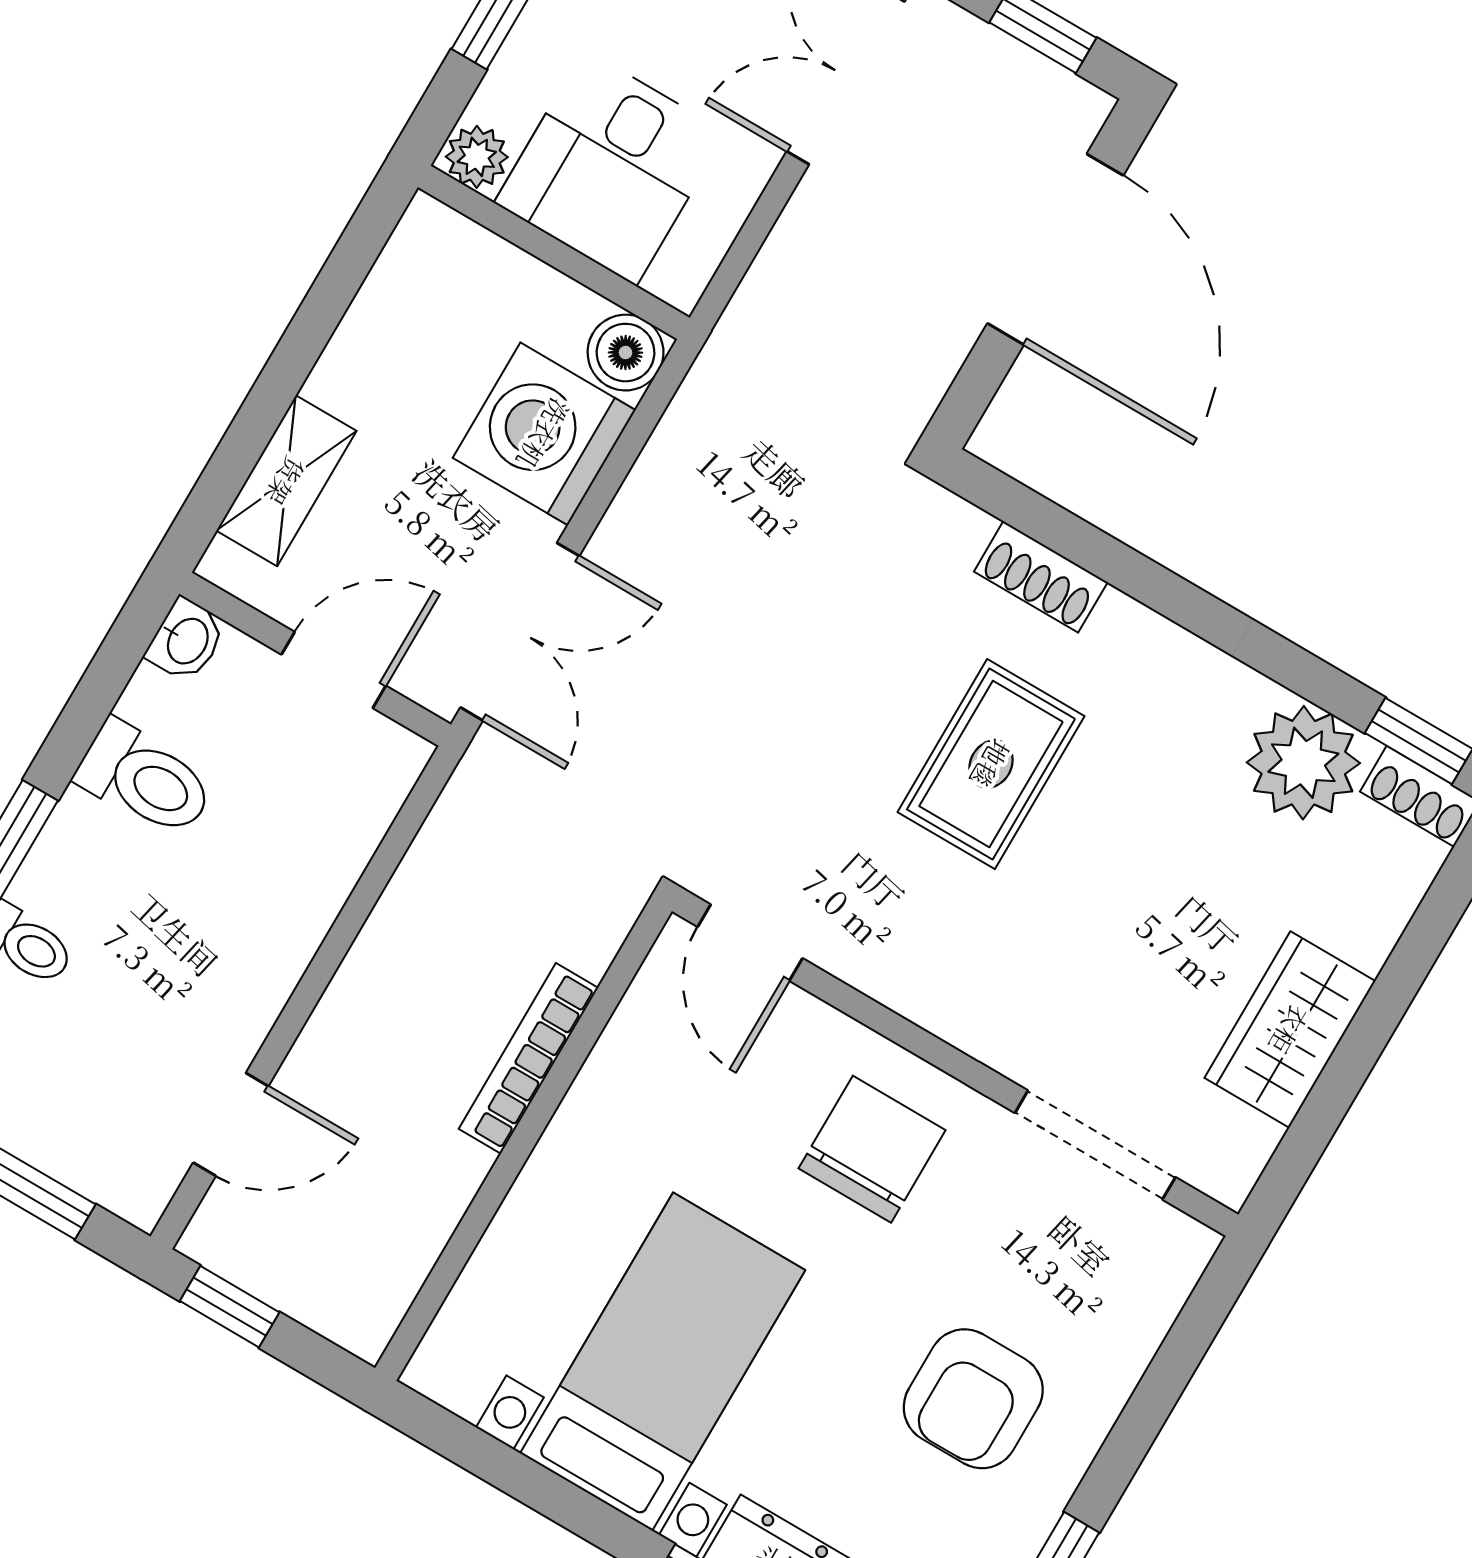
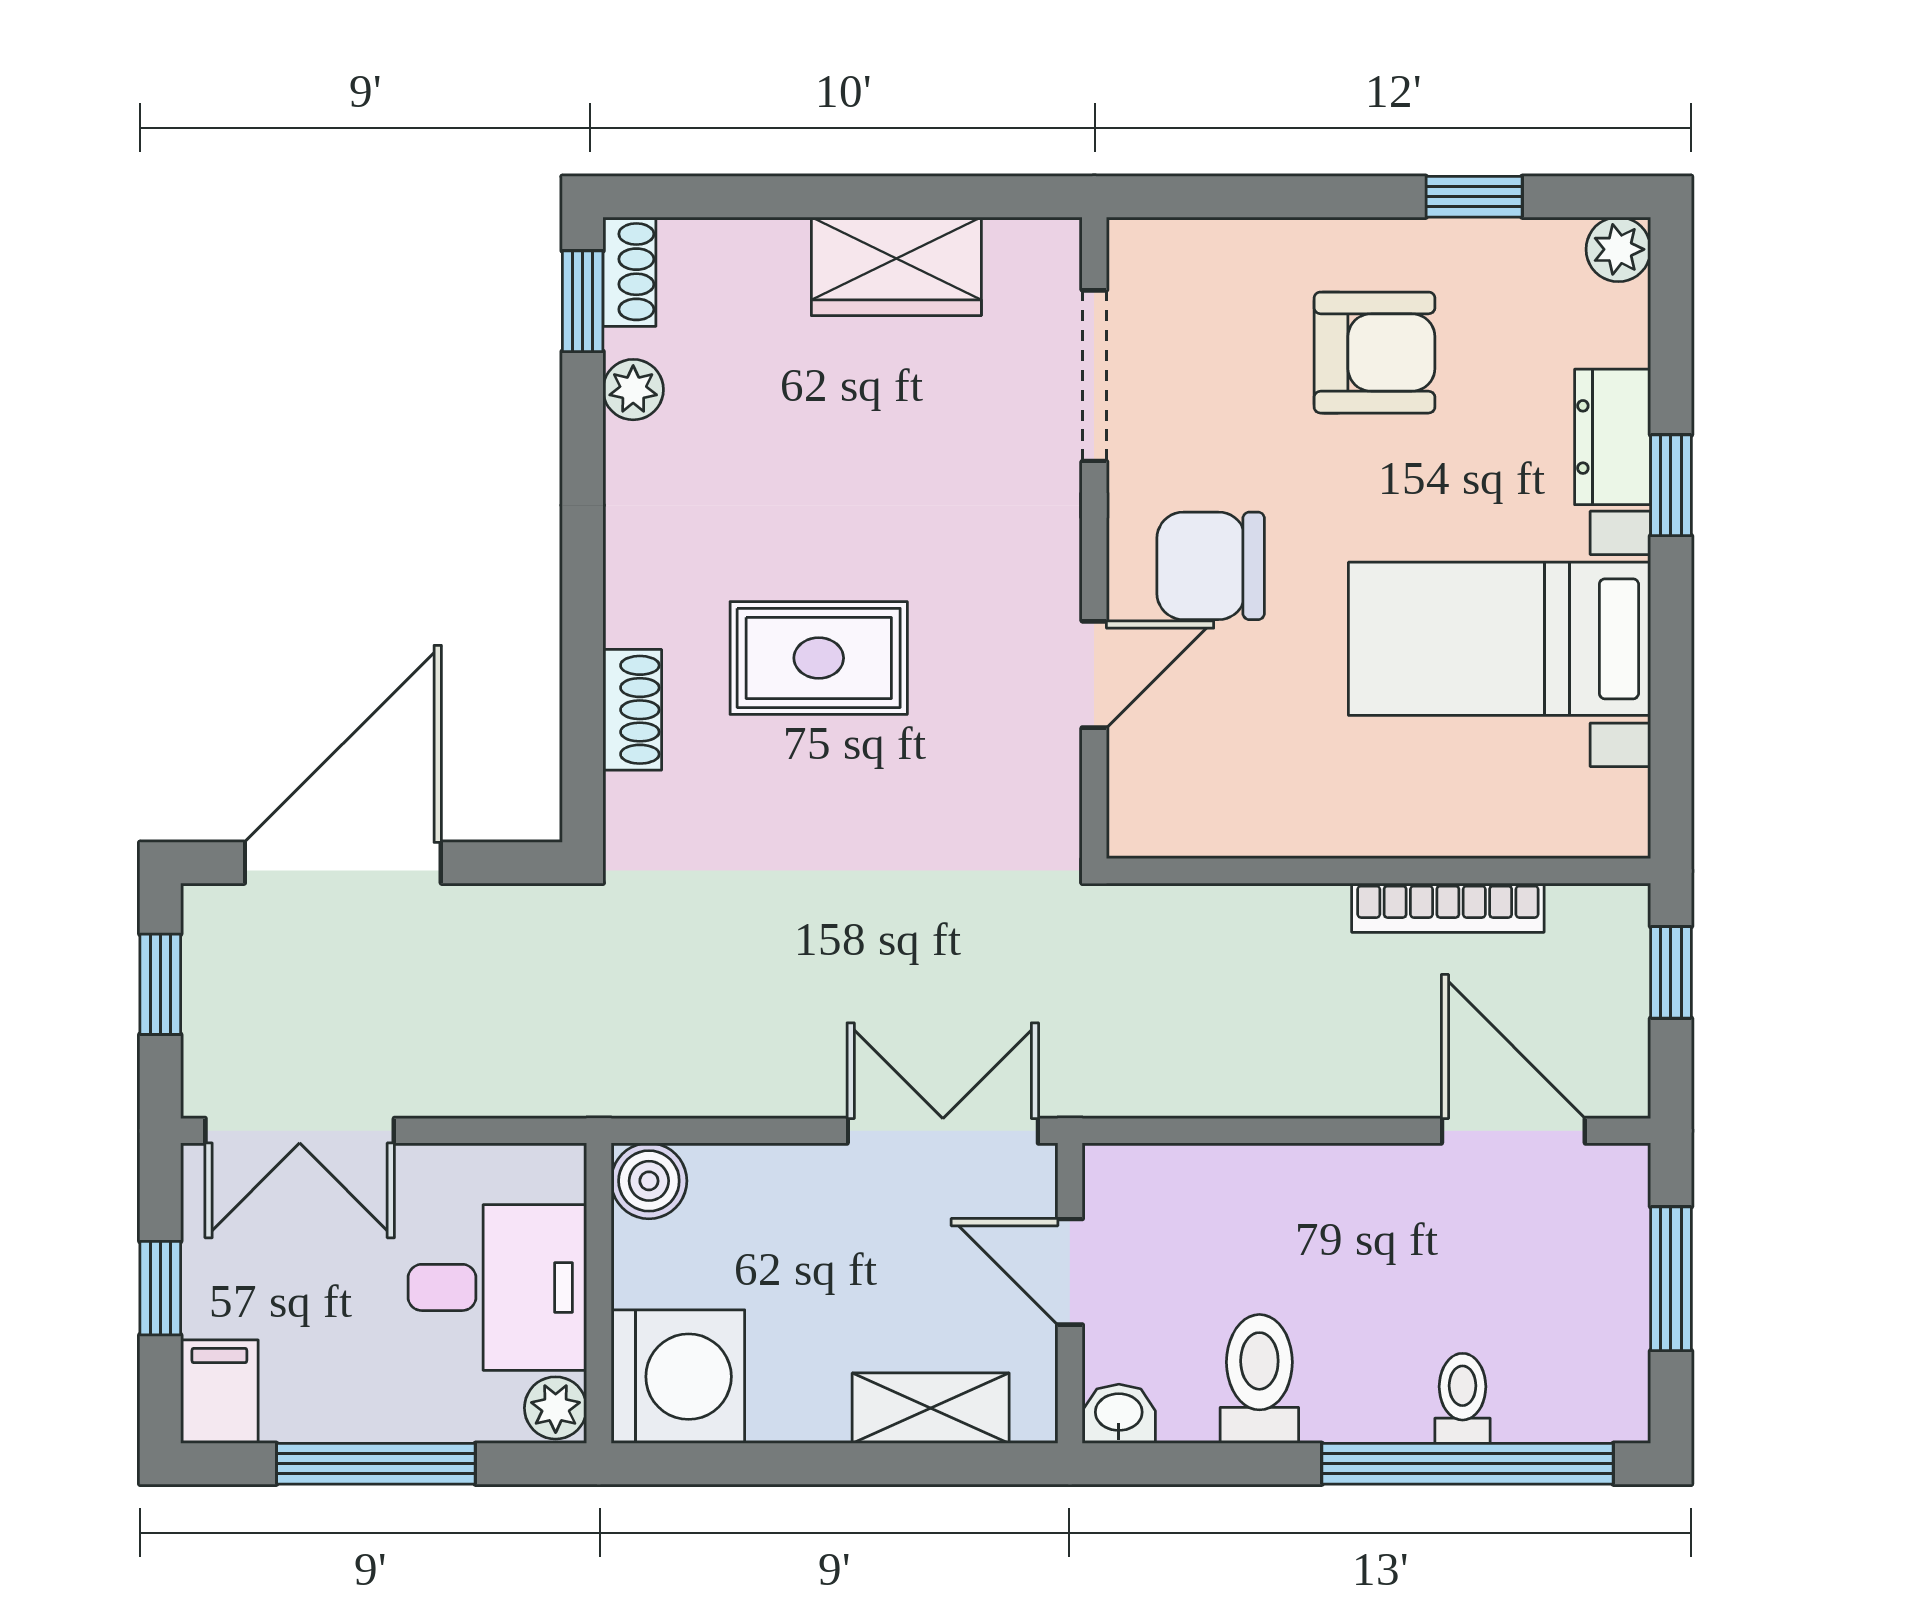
washing machine: (544, 434) -> (678, 1377), moved, turned -90
plant: (1303, 763) -> (633, 390), width x0.53, depth x0.53
door: (750, 943) -> (1094, 674), moved
bookcase: (529, 1058) -> (1448, 908), moved
door: (231, 1124) -> (1513, 1131), width x1.38
window: (230, 1307) -> (1671, 972), moved

